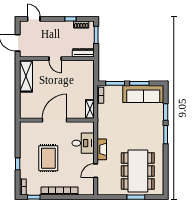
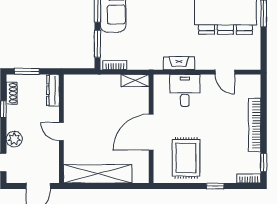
plant: (50, 26) -> (14, 139), added
door: (55, 59) -> (61, 132), swing flipped
shelving: (26, 76) -> (98, 174), width x1.47
door: (55, 120) -> (151, 132), hinge flipped
fireplace: (102, 149) -> (179, 63), moved
rug: (48, 158) -> (186, 158), moved, turned 90

